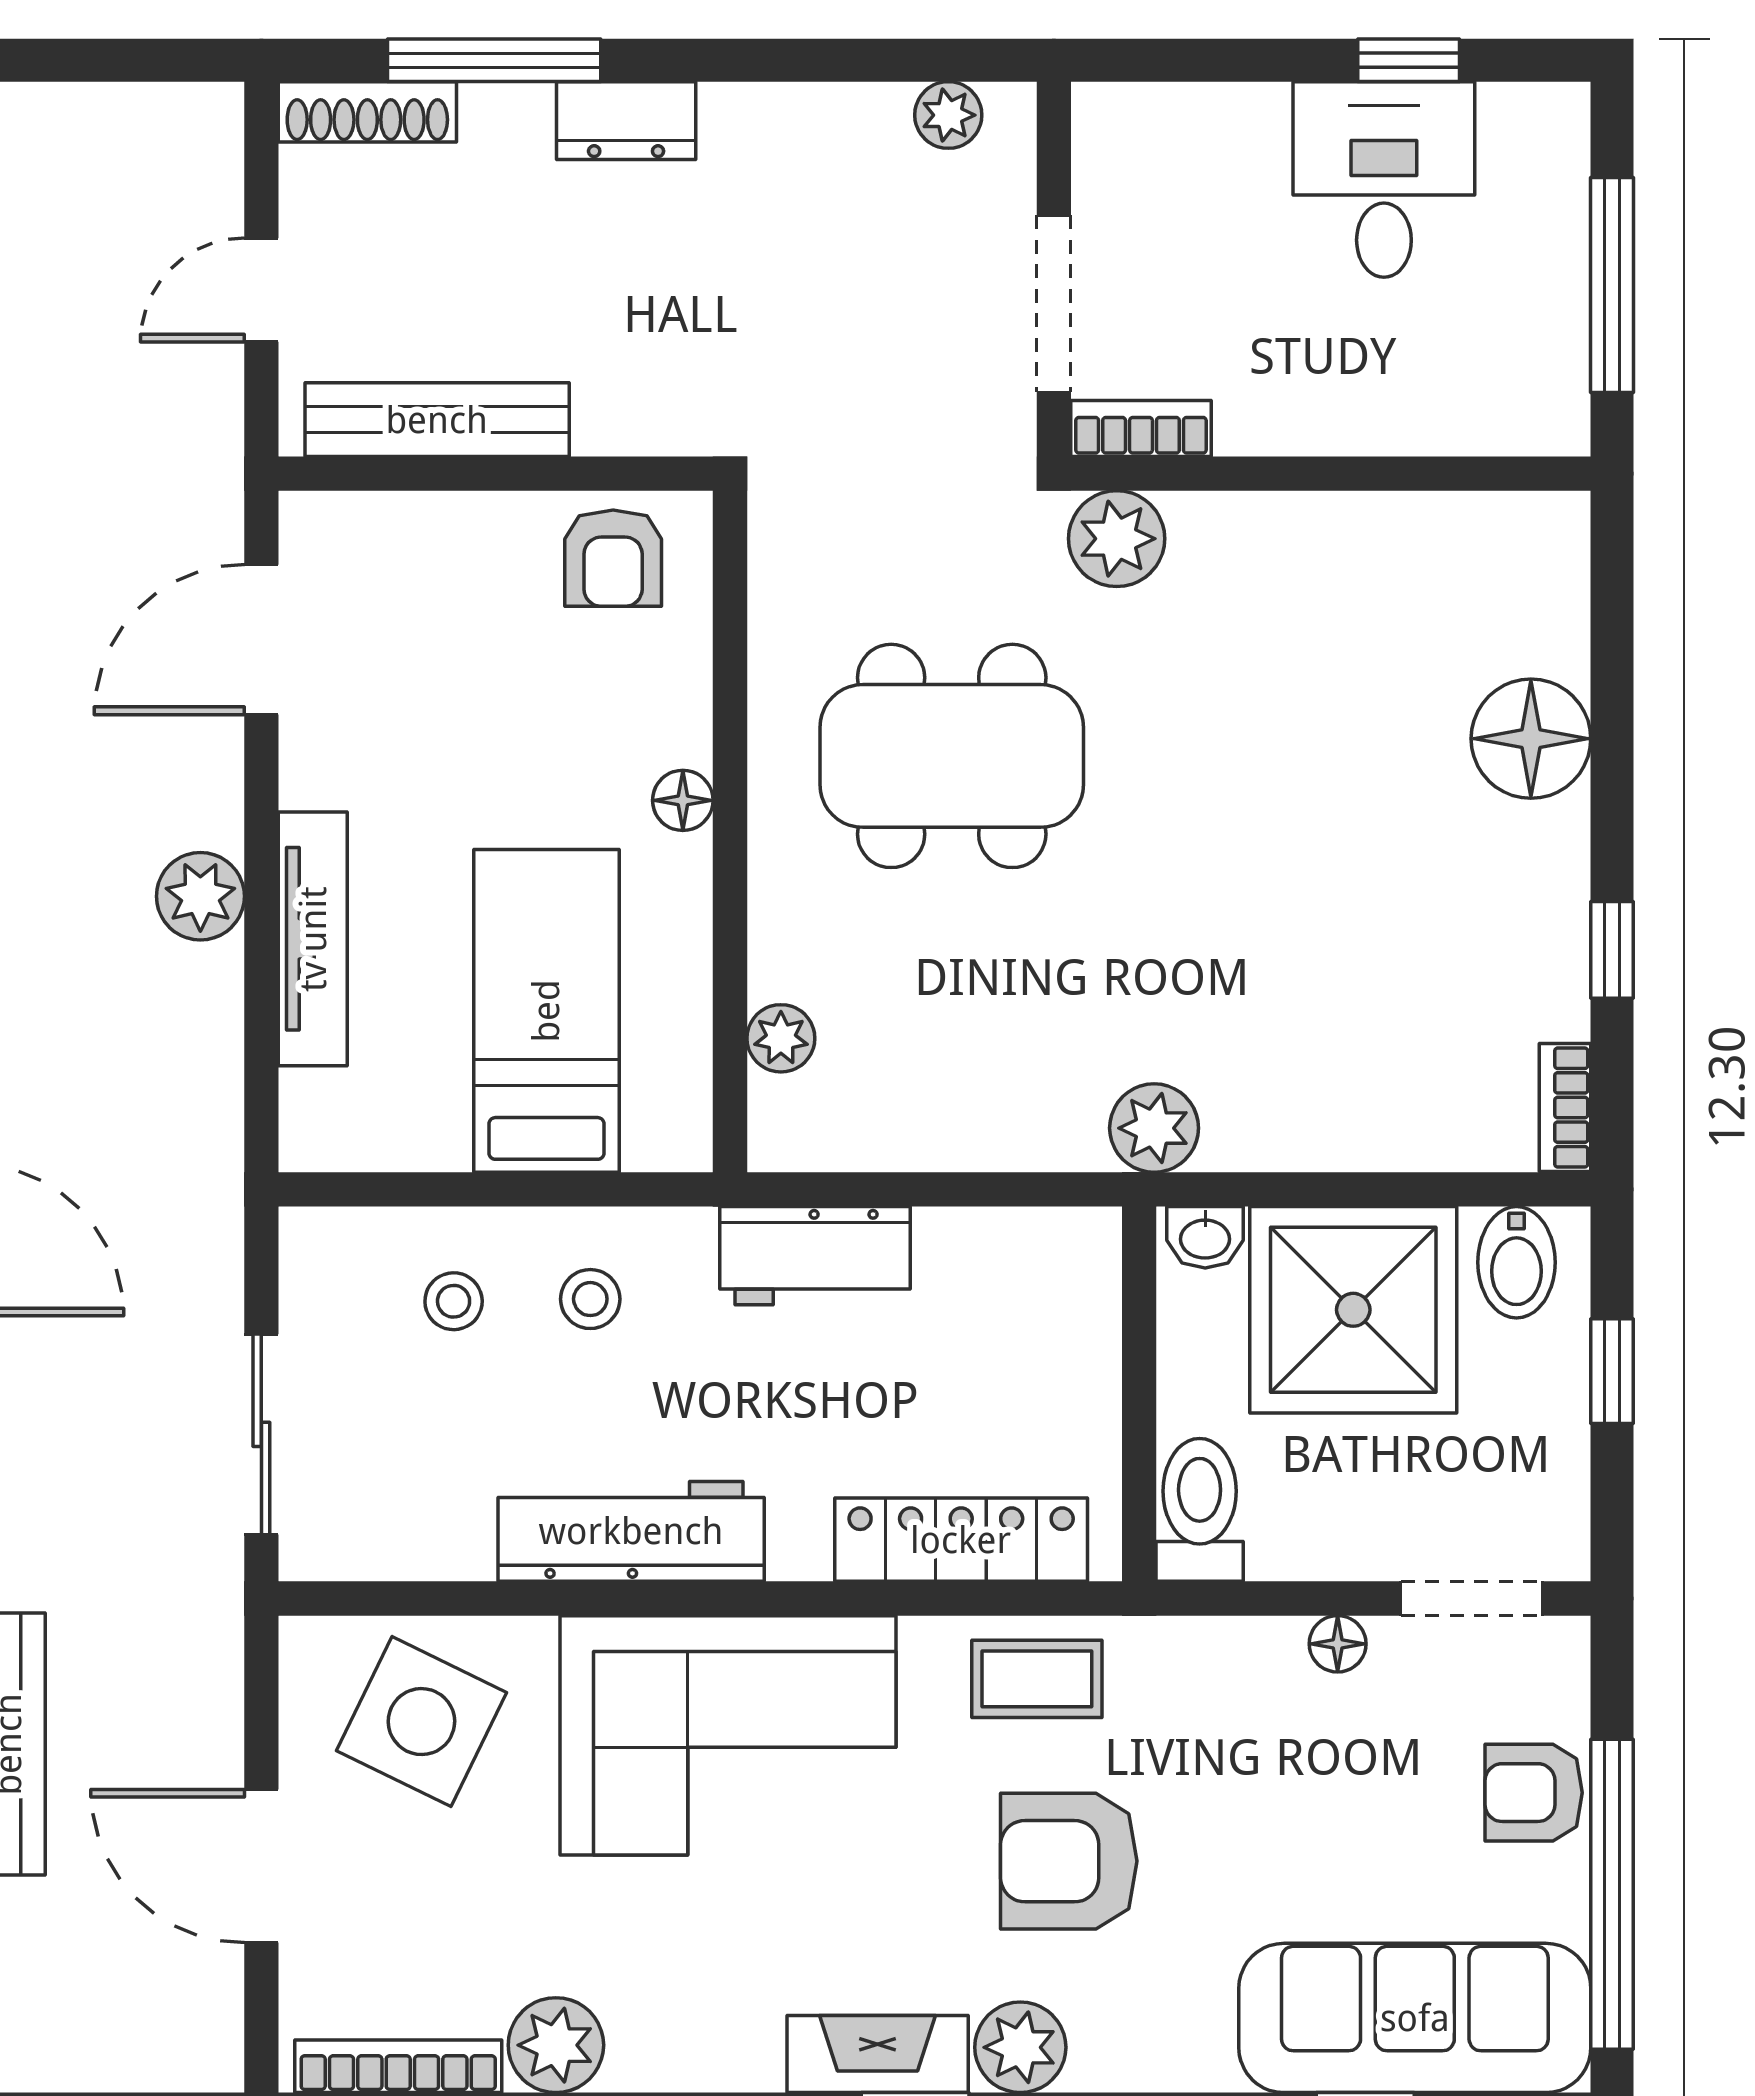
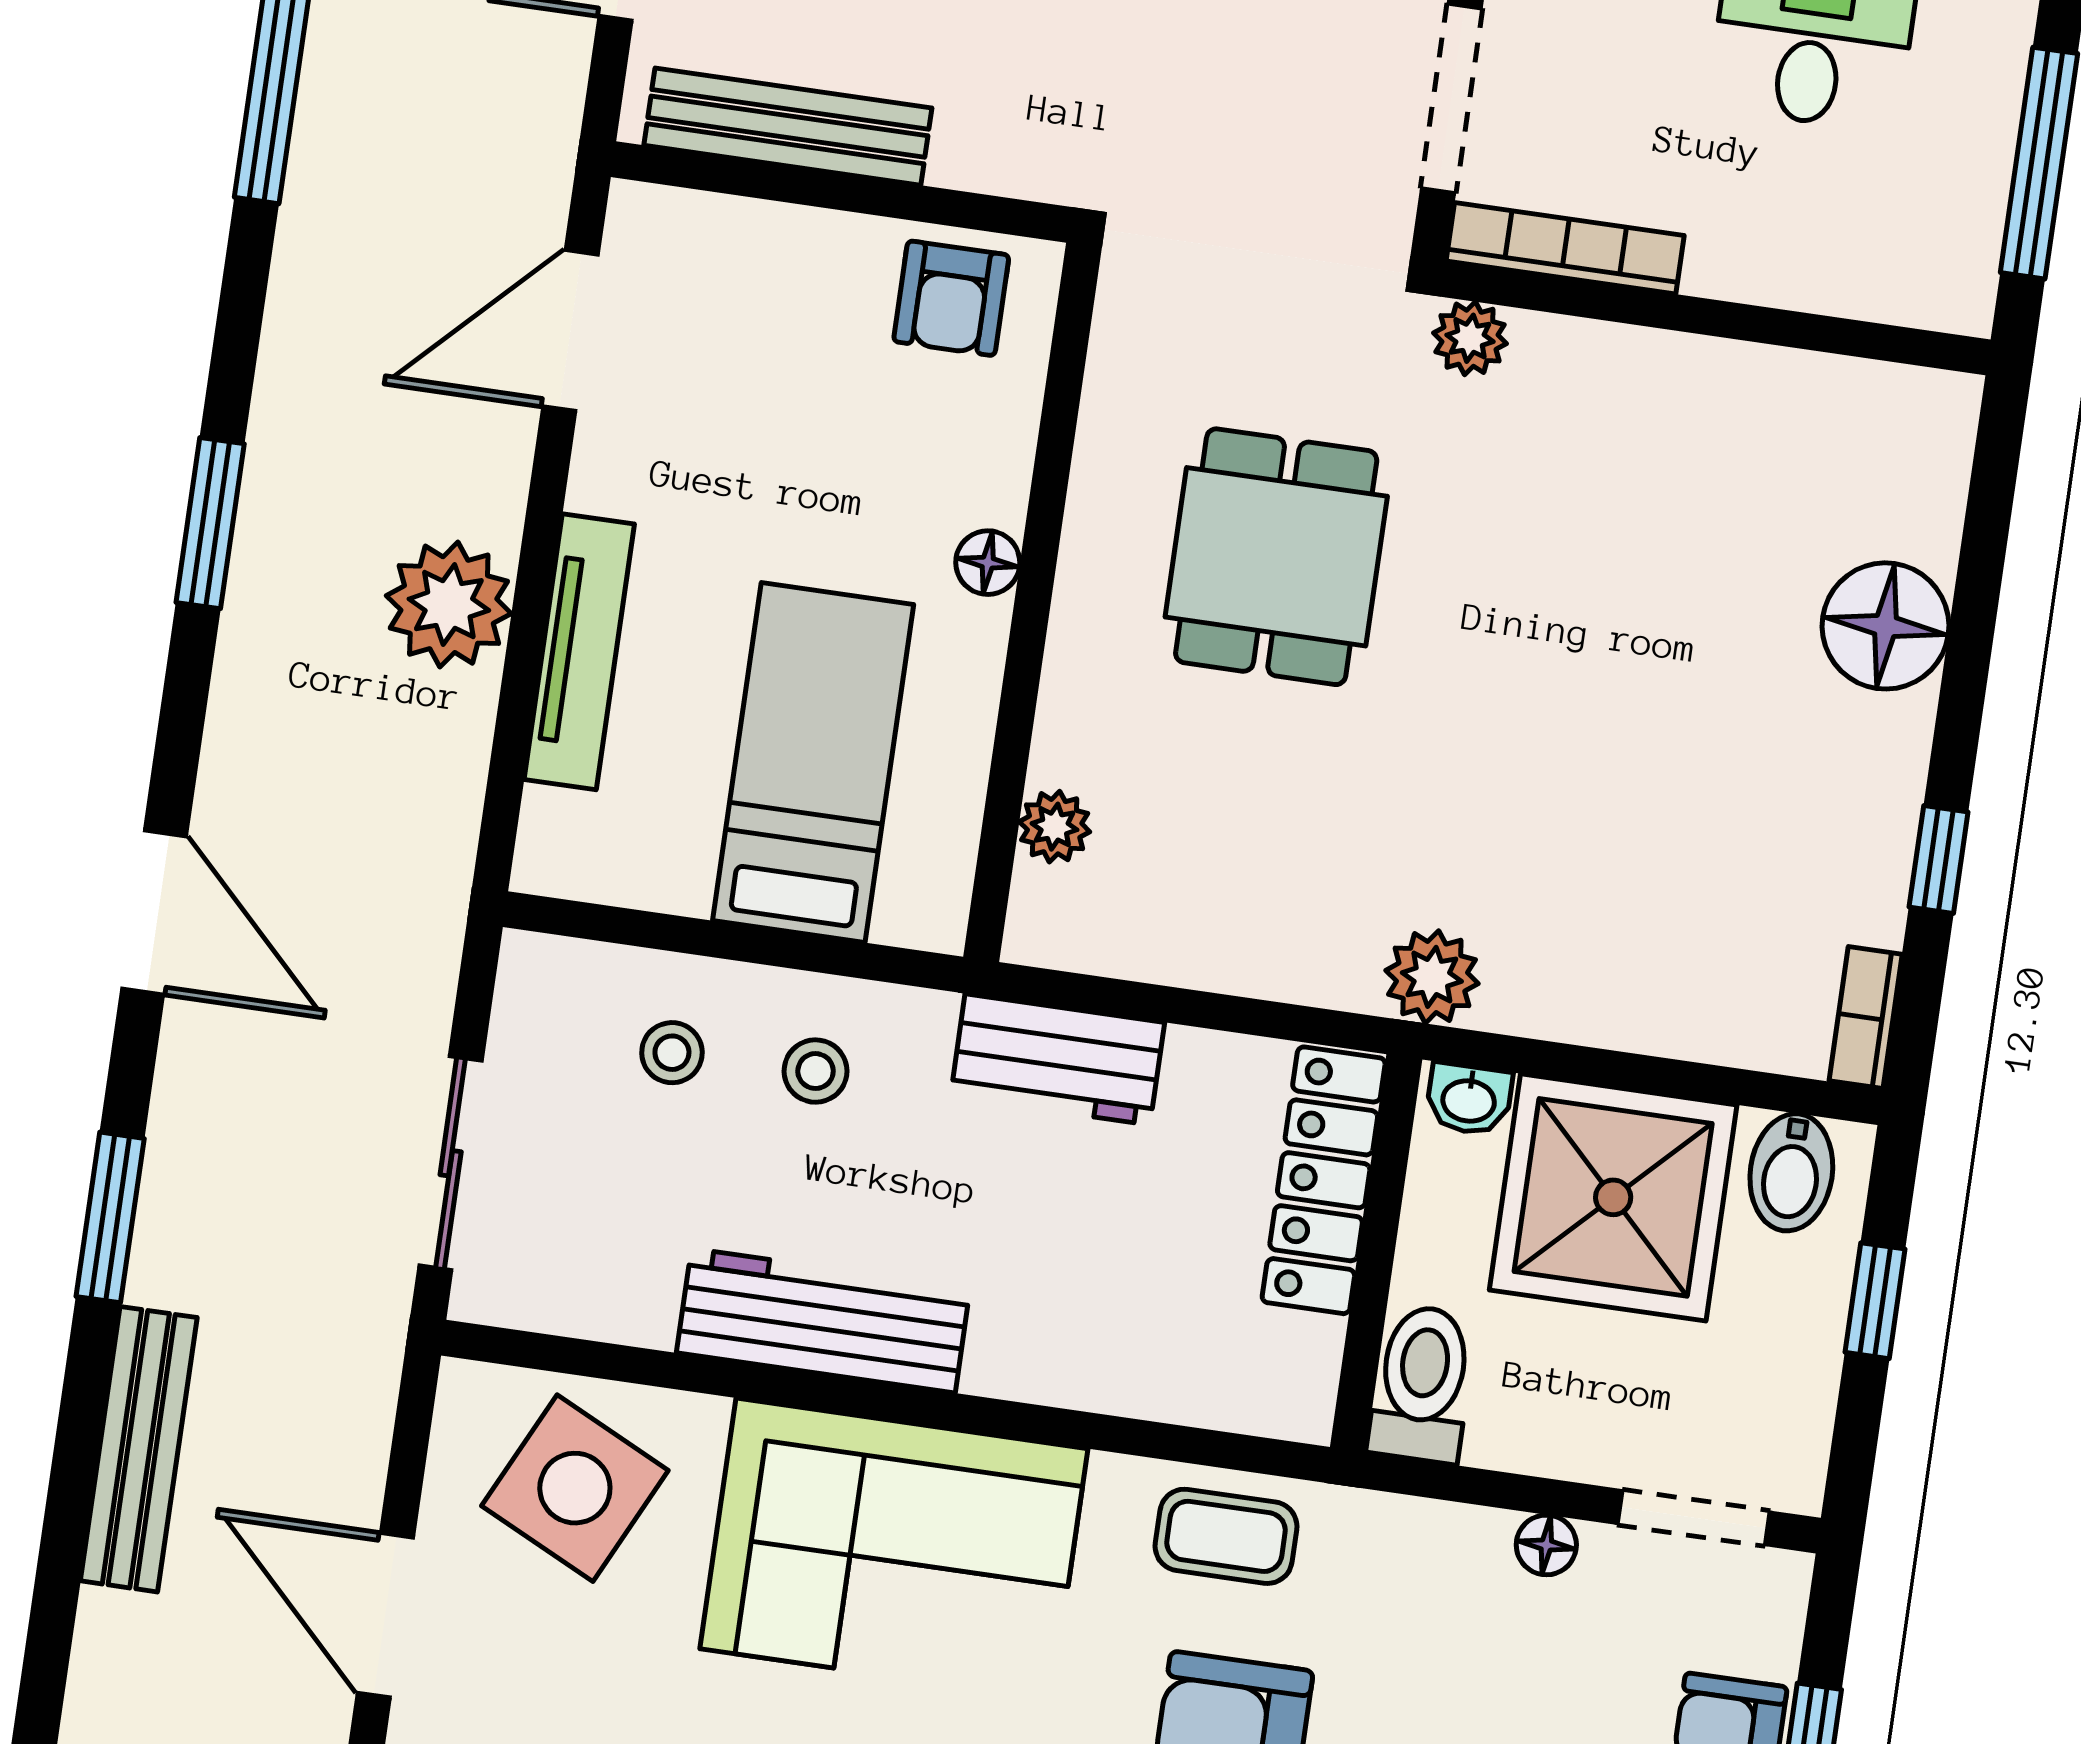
bookcase: (1141, 429) -> (1565, 248), width x1.56
plant: (1117, 539) -> (1470, 338), width x0.73, depth x0.73
dining table: (952, 756) -> (1276, 557), width x0.73
plant: (200, 896) -> (449, 605), width x1.36, depth x1.36
locker: (961, 1540) -> (1324, 1180), moved, turned -90

